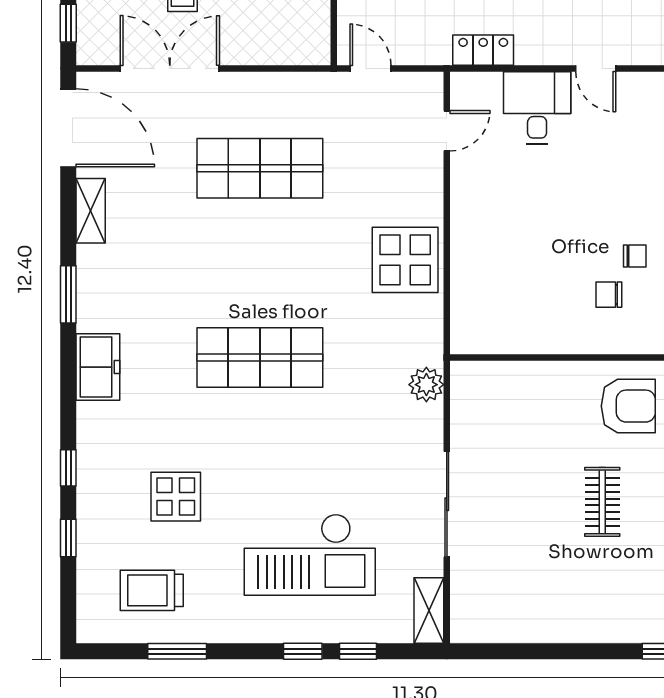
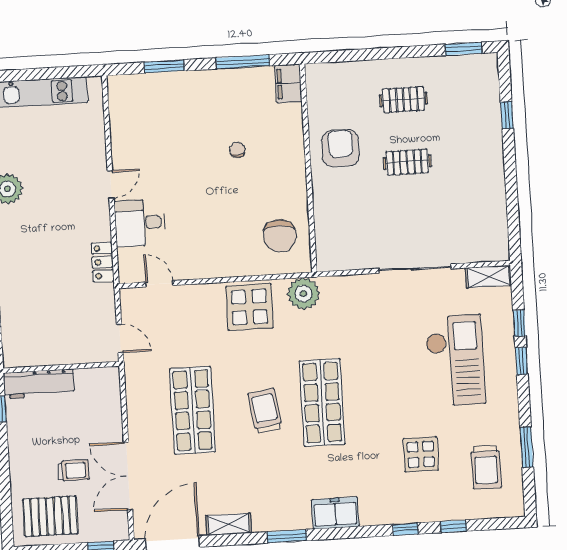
door: (371, 68) -> (120, 338), swing flipped
trolley: (252, 274) -> (265, 411), added
chair: (609, 295) -> (280, 236), moved, width x1.87, depth x1.87
plant: (426, 385) -> (303, 294), moved, width x1.36, depth x1.36

